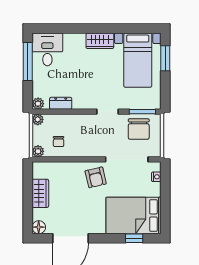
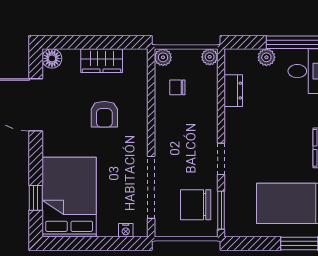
plant: (38, 104) -> (266, 57), moved
armchair: (96, 177) -> (104, 114), moved, turned -77

